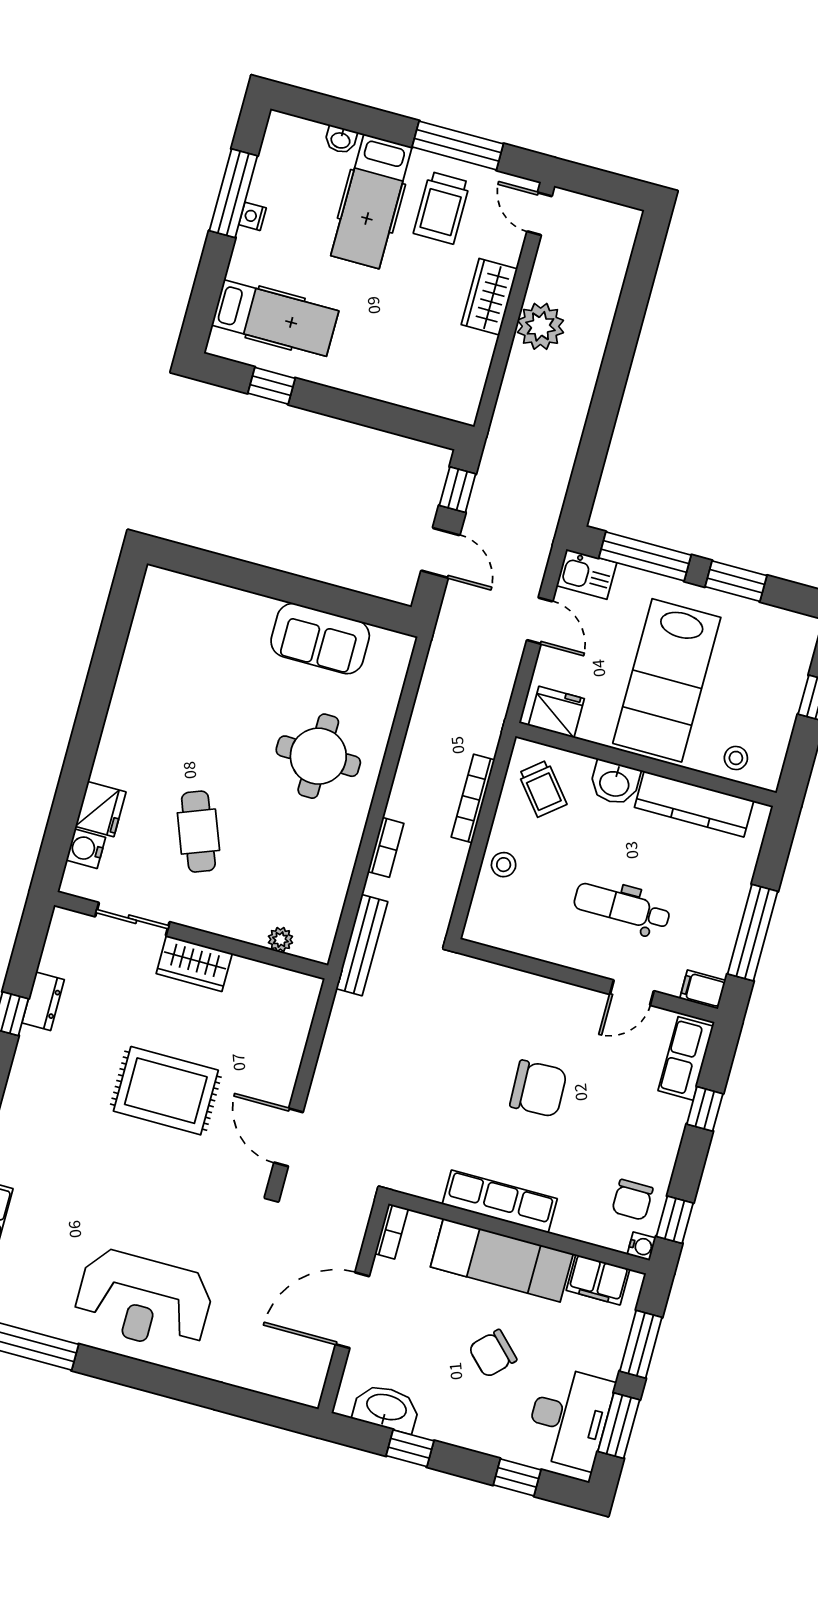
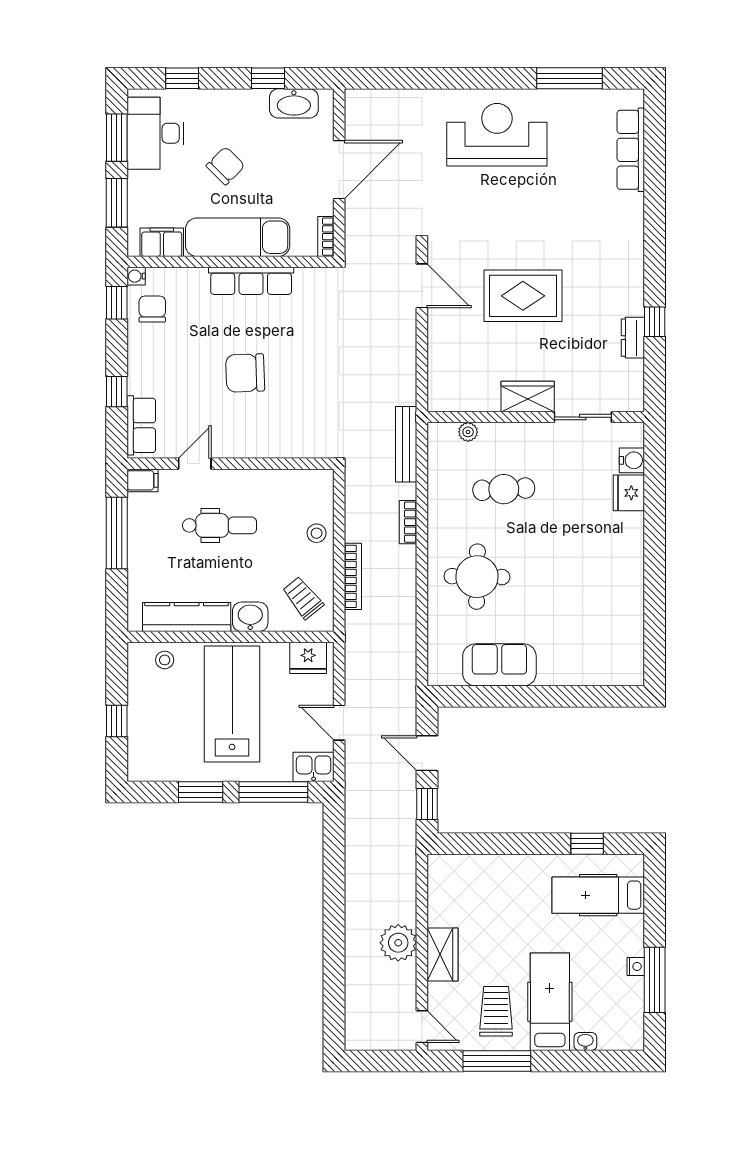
cafe table: (198, 832) -> (504, 489), moved, turned -72

